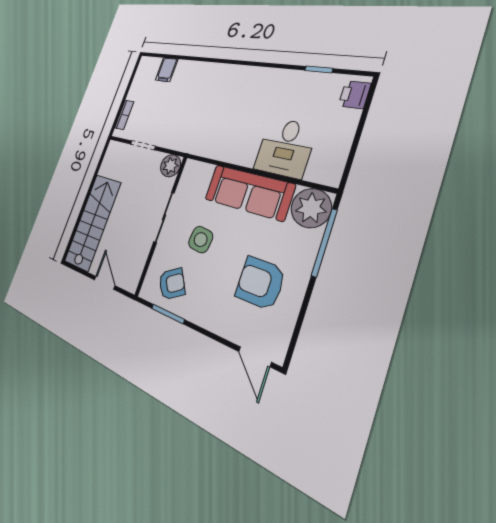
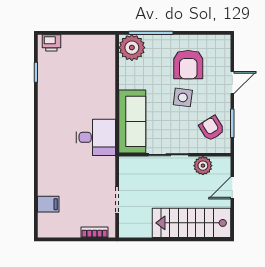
desk: (285, 148) -> (96, 137), moved
plant: (171, 166) -> (203, 166), moved
sofa: (249, 192) -> (132, 121), moved
side table: (201, 240) -> (183, 97), moved
door: (255, 357) -> (232, 83), moved

